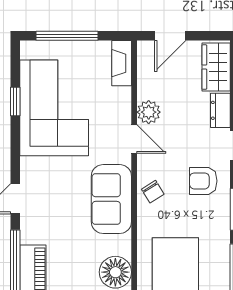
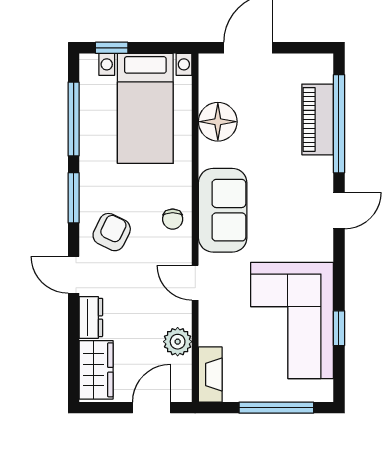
plant: (149, 112) -> (178, 342), moved
armchair: (203, 181) -> (112, 232), turned -64
chair: (153, 192) -> (173, 219), turned -148

